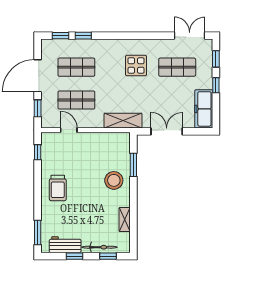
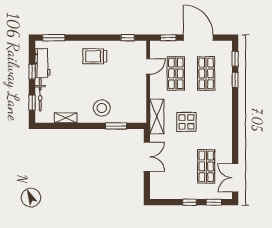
double door: (190, 36) -> (235, 178), swing flipped
display table: (136, 66) -> (186, 122), moved
freezer: (204, 109) -> (168, 191), removed

